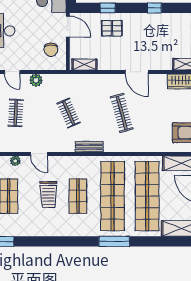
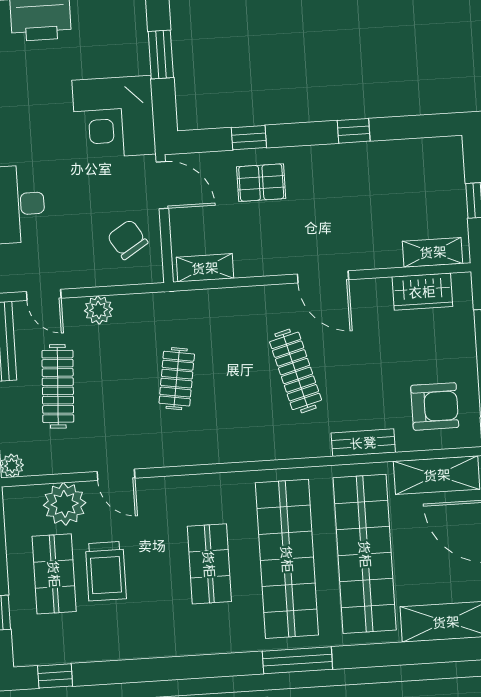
chair: (51, 50) -> (128, 239), turned 148
clothes rail: (16, 113) -> (58, 386), width x1.36
clothes rail: (69, 113) -> (177, 379), turned 33
bench: (89, 147) -> (363, 443), moved
plant: (15, 161) -> (65, 504), width x1.88, depth x1.88
trolley: (48, 195) -> (106, 571), moved

